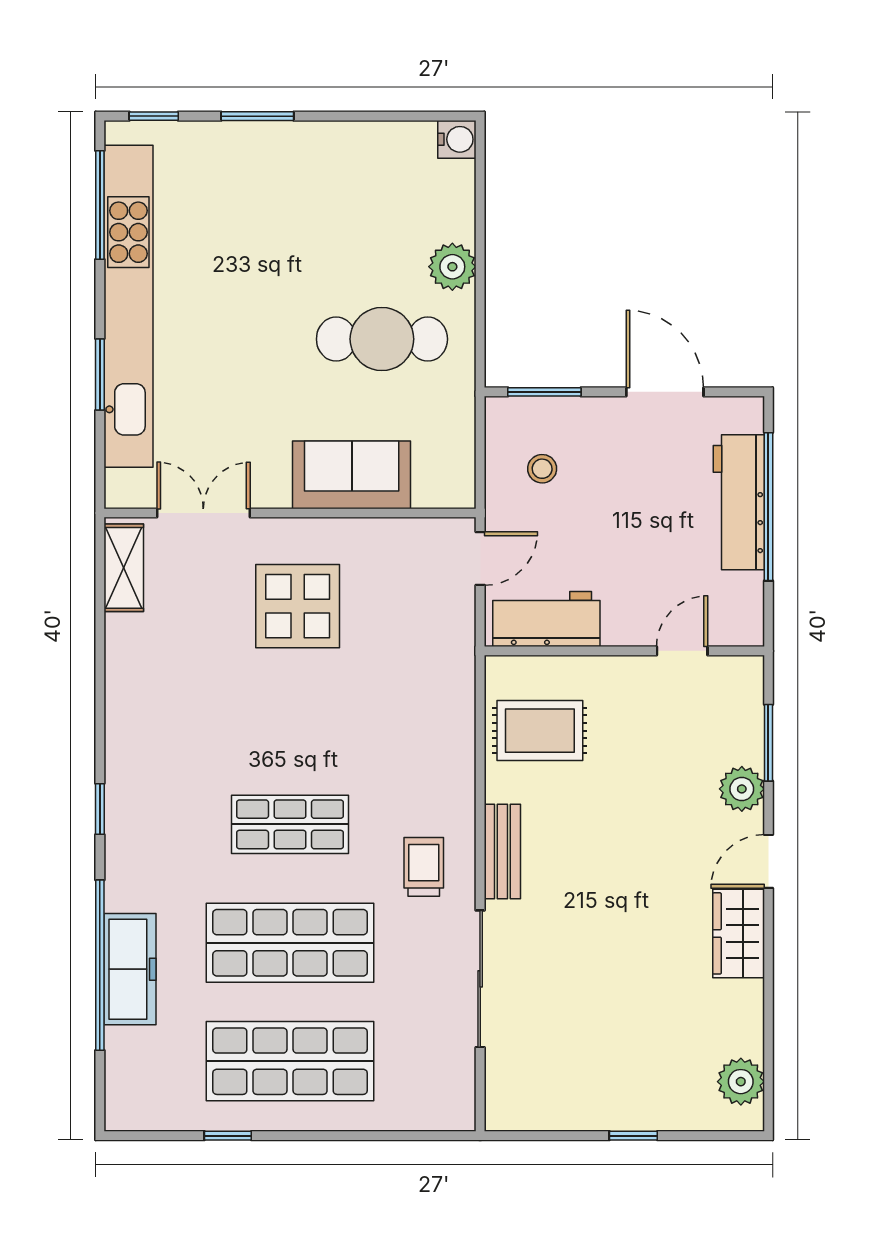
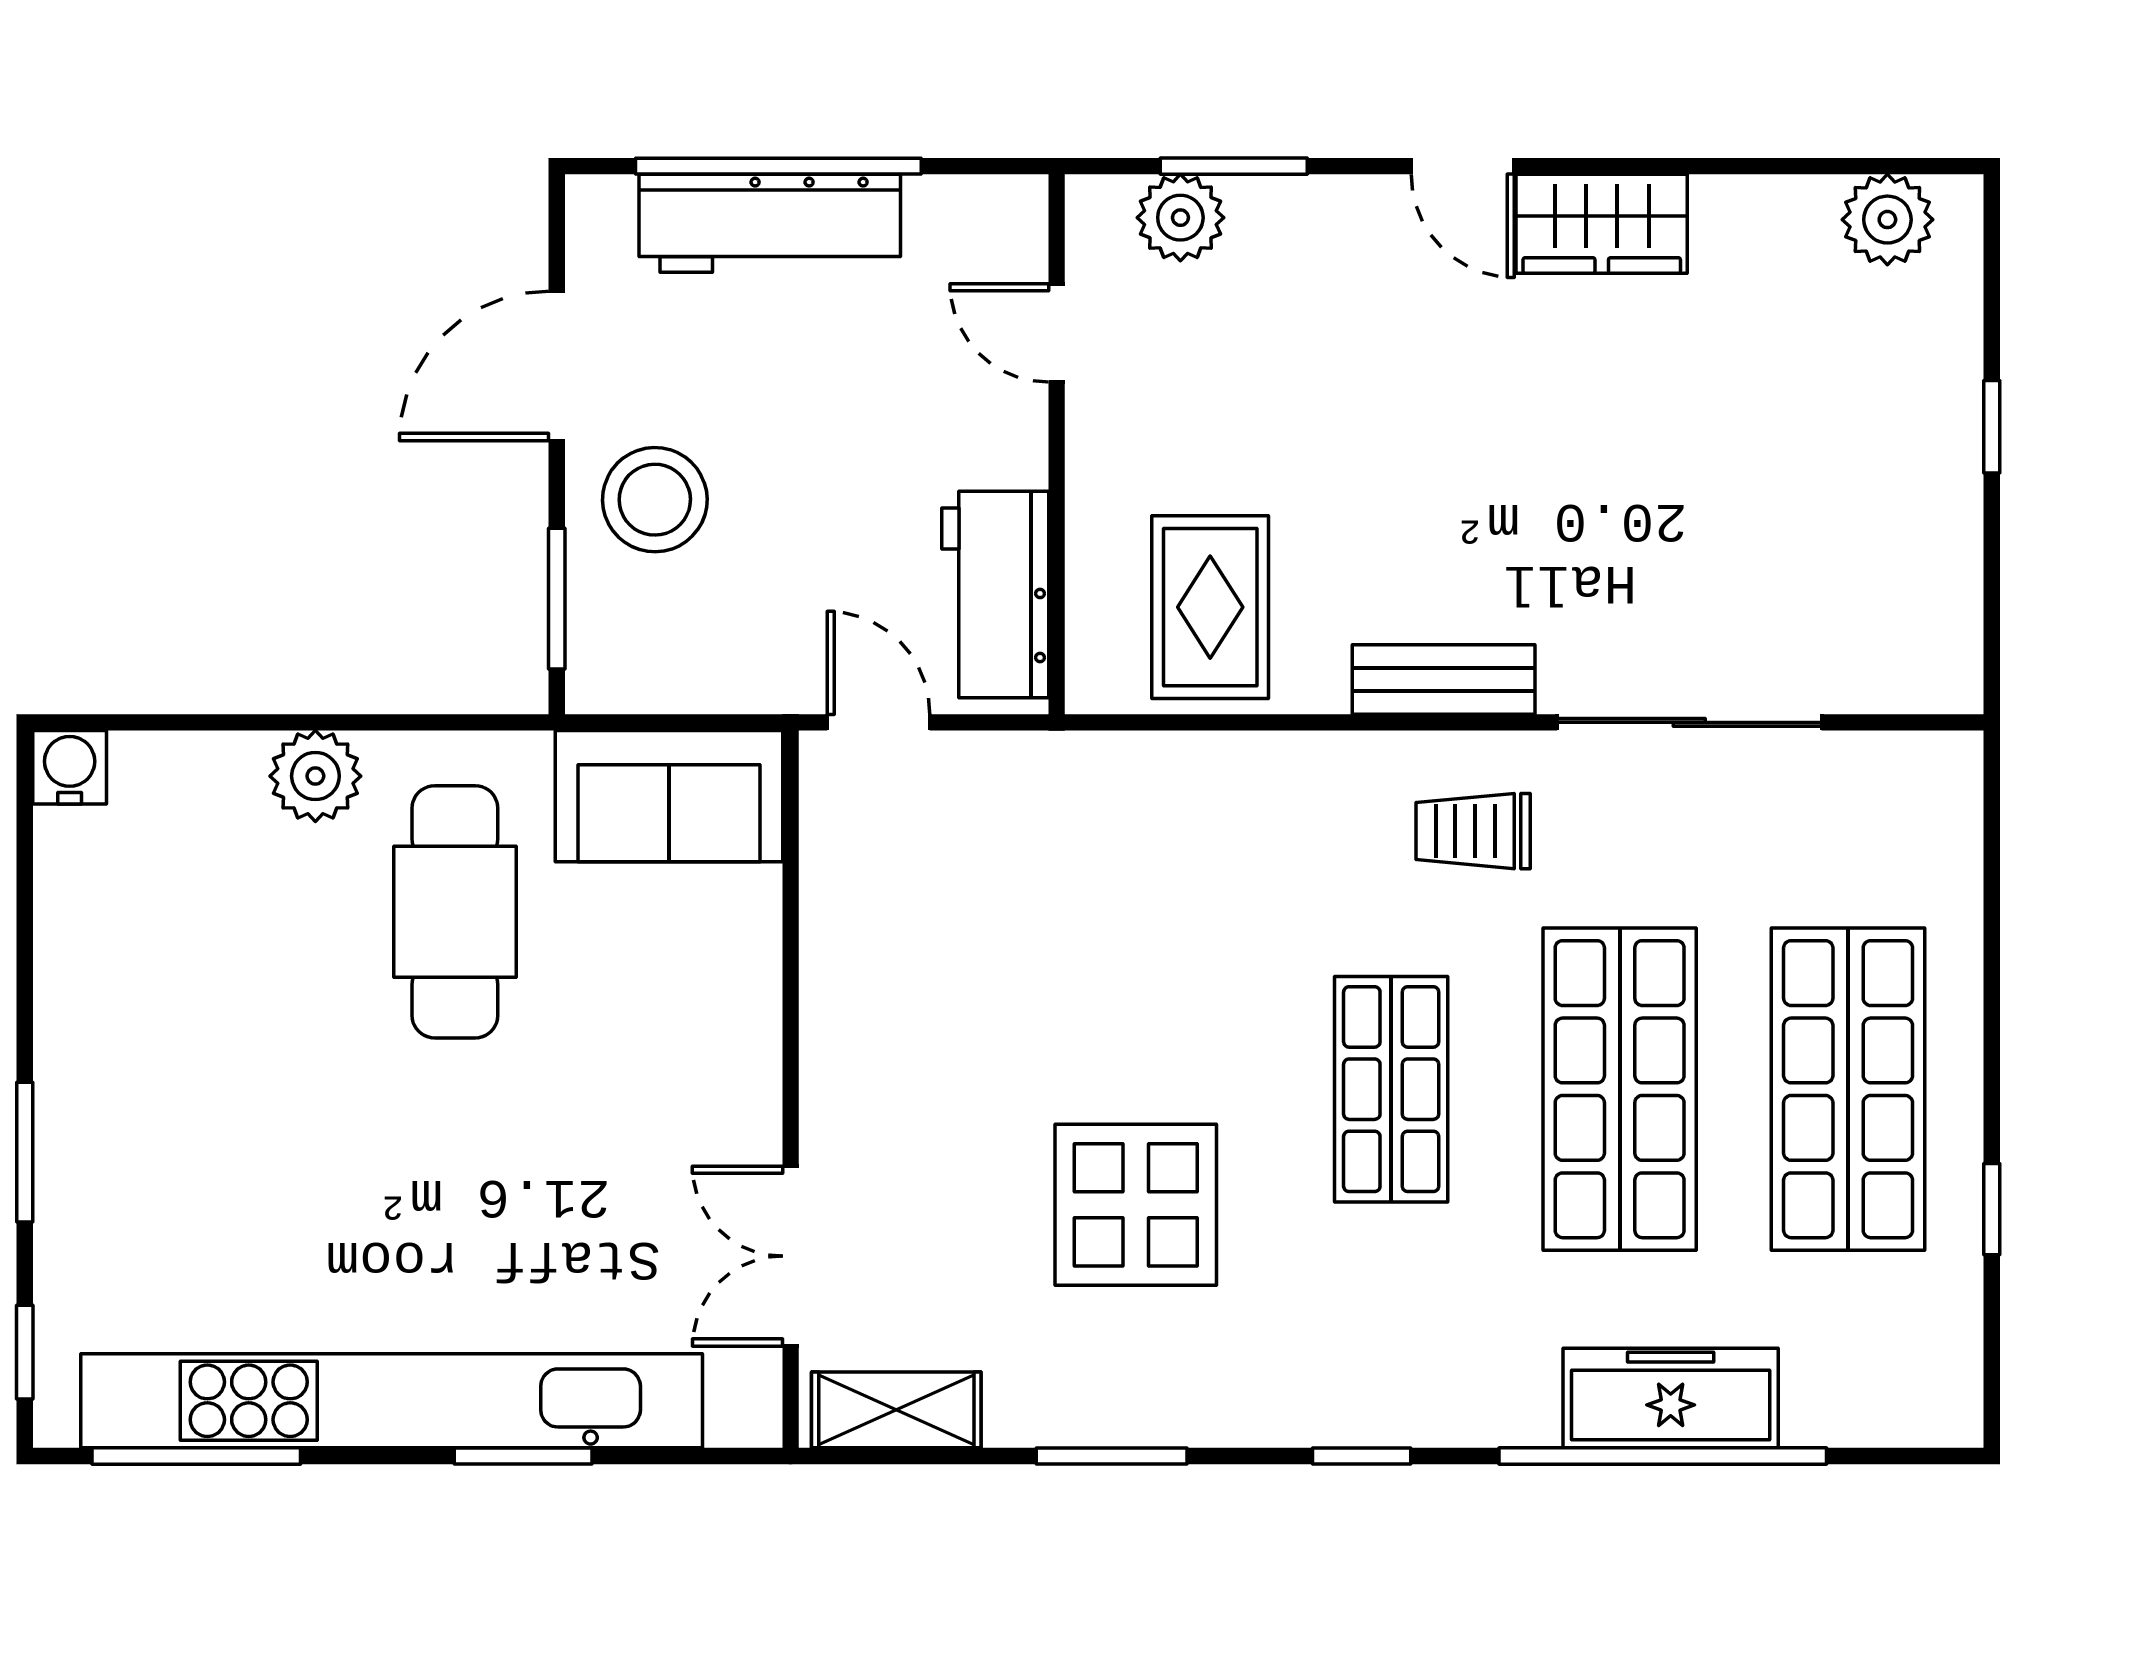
stool: (542, 469) -> (655, 500), moved, width x1.89, depth x1.89
sofa: (352, 475) -> (669, 796), moved, turned -90
display table: (298, 606) -> (1136, 1205), moved
window: (100, 679) -> (1112, 1456), added
plant: (742, 789) -> (1180, 218), moved

